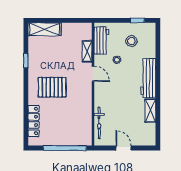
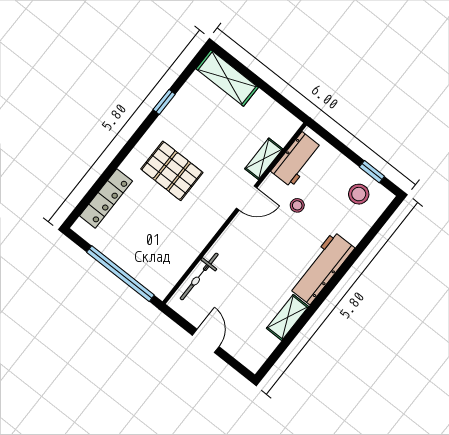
stool: (131, 41) -> (359, 194), moved
door: (93, 74) -> (247, 198), hinge flipped

